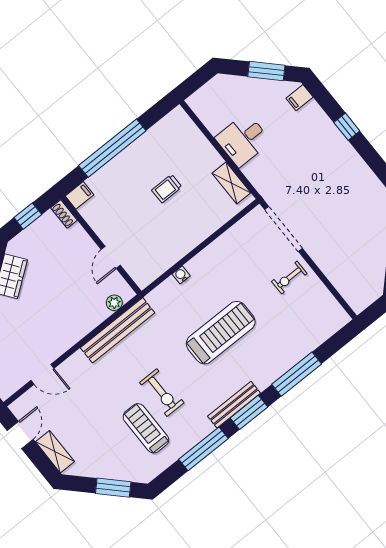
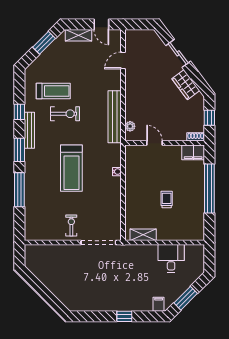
desk: (243, 140) -> (171, 258), moved
filing cabinet: (79, 195) -> (193, 152), width x2.00
exercise bike: (162, 393) -> (65, 114), turned 180
bench: (234, 405) -> (29, 130), moved
window: (204, 449) -> (19, 112), width x0.46
window: (113, 488) -> (44, 43), moved

